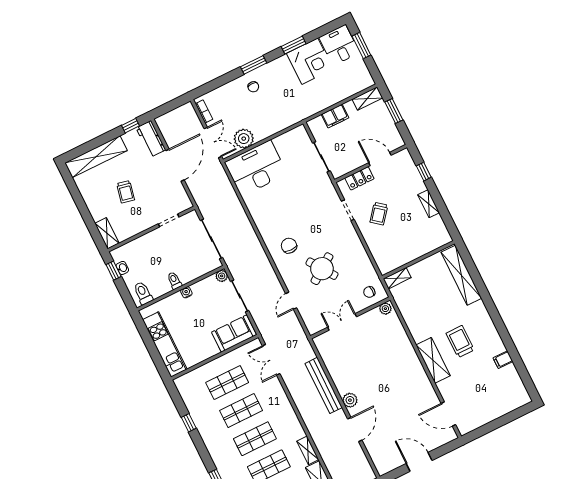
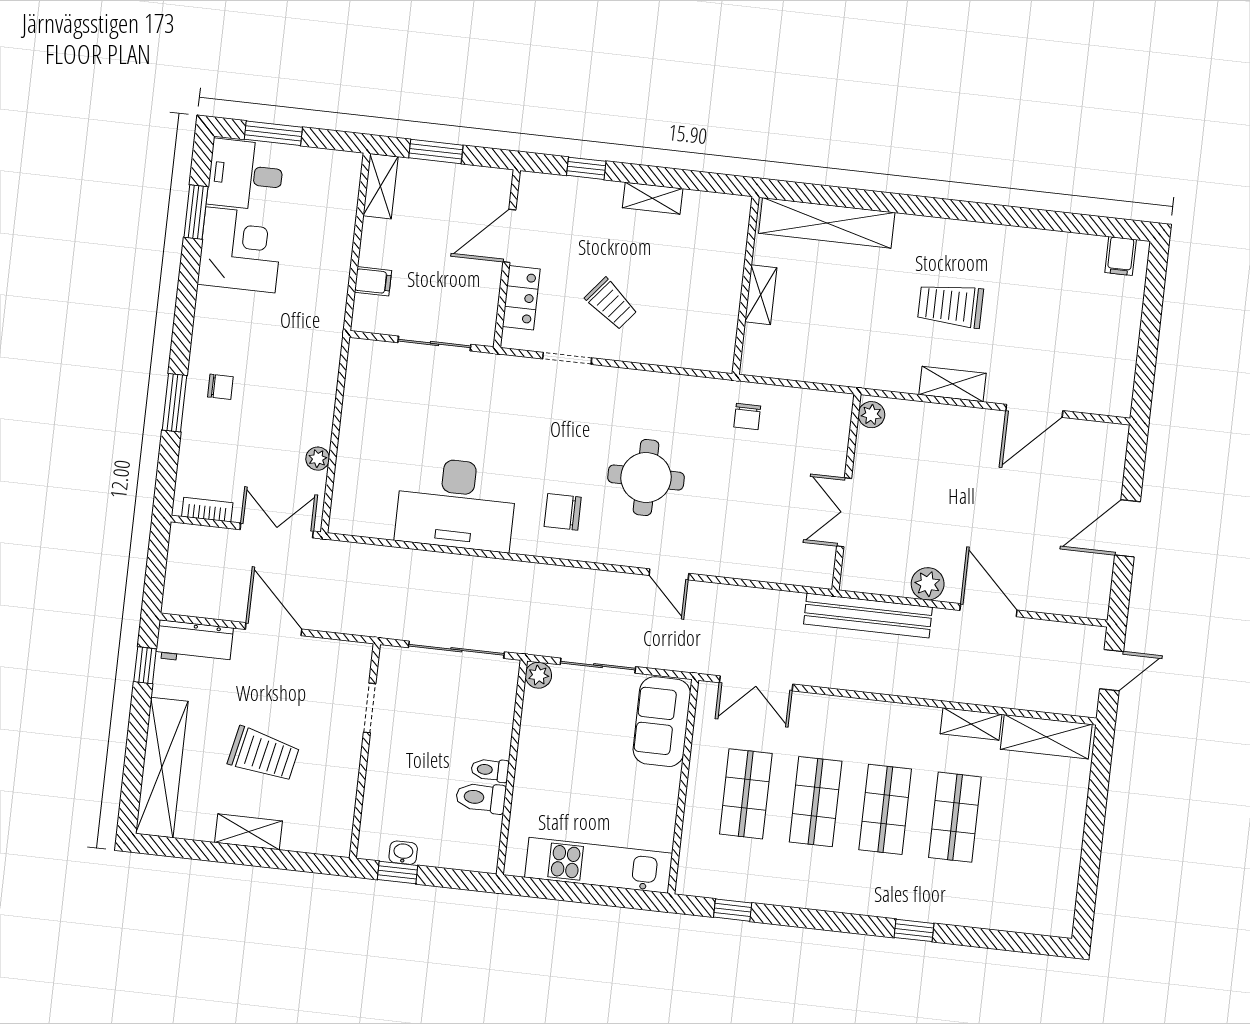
window: (294, 45) -> (196, 212), moved
window: (254, 65) -> (175, 403), moved
filing cabinet: (335, 116) -> (373, 281), width x0.50
plant: (244, 139) -> (318, 459), width x0.53, depth x0.53
door: (175, 165) -> (274, 629), width x0.73
desk: (256, 168) -> (456, 504), moved, turned -90
trolley: (126, 192) -> (264, 754), width x1.36, depth x1.39
shelving: (107, 233) -> (248, 832), moved
round table: (322, 269) -> (646, 477), turned 35
shelving: (397, 278) -> (761, 295), moved
water cooler: (186, 292) -> (527, 761), removed
toilet: (143, 293) -> (481, 798), moved
plant: (385, 309) -> (871, 415), moved
wall: (350, 318) -> (846, 492), moved
double door: (342, 322) -> (844, 512), moved
shelving: (433, 360) -> (953, 384), width x0.67, depth x0.75
filing cabinet: (503, 360) -> (1121, 256), moved
door: (448, 414) -> (1034, 411), moved
window: (189, 423) -> (733, 910), moved

